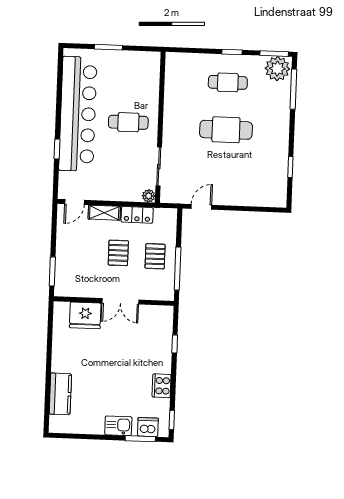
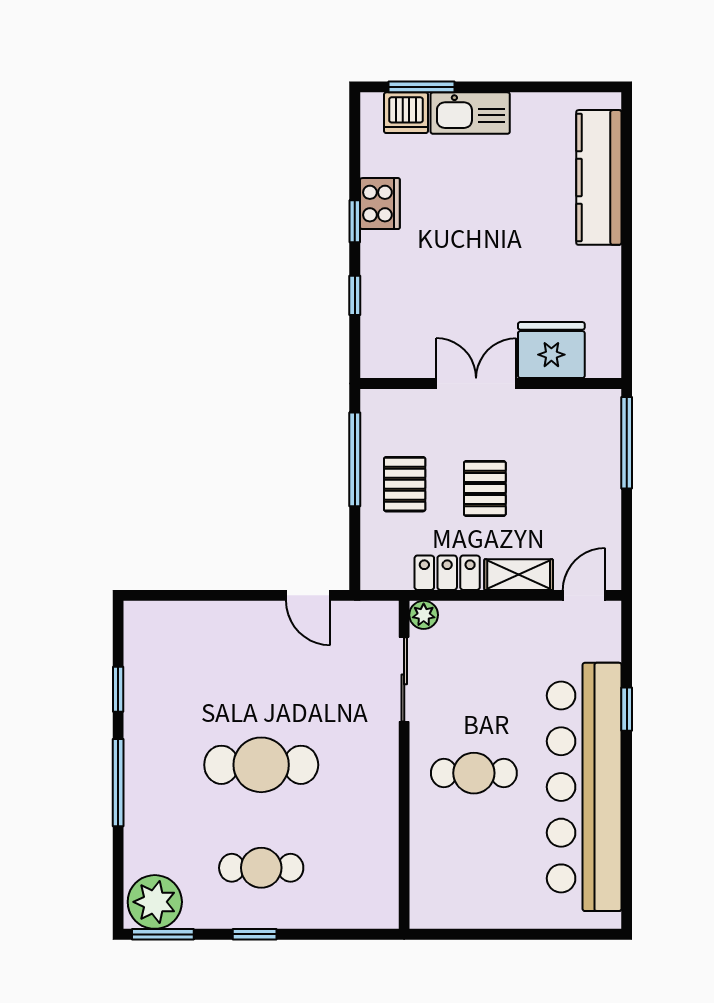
window: (108, 47) -> (523, 934), removed
window: (293, 89) -> (118, 783), moved
door: (201, 207) -> (308, 595), hinge flipped
window: (52, 271) -> (627, 443), width x1.44
kitchen counter: (60, 394) -> (599, 177), width x1.50
window: (172, 420) -> (355, 221), moved
kitchen sink: (118, 426) -> (470, 113), width x1.38

